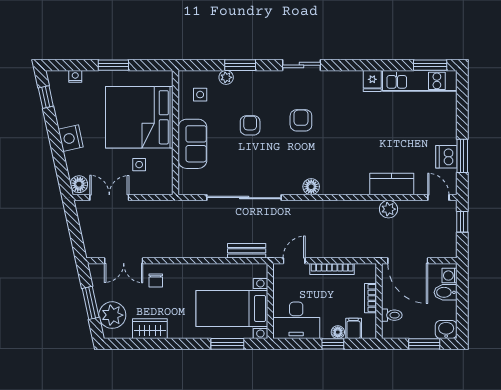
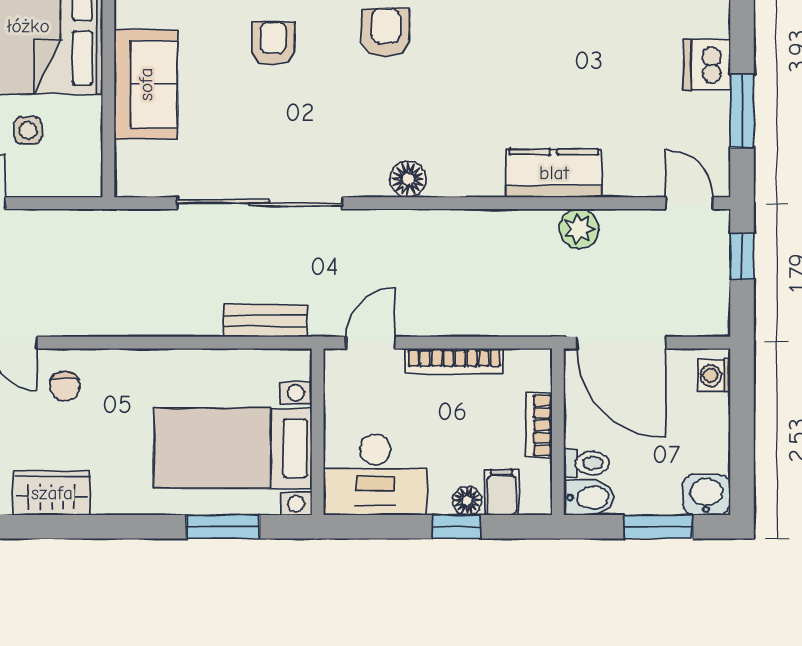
dishwasher: (446, 157) -> (707, 65), moved
kitchen counter: (392, 184) -> (554, 173), moved
bidet: (445, 292) -> (589, 498), moved, turned 180

